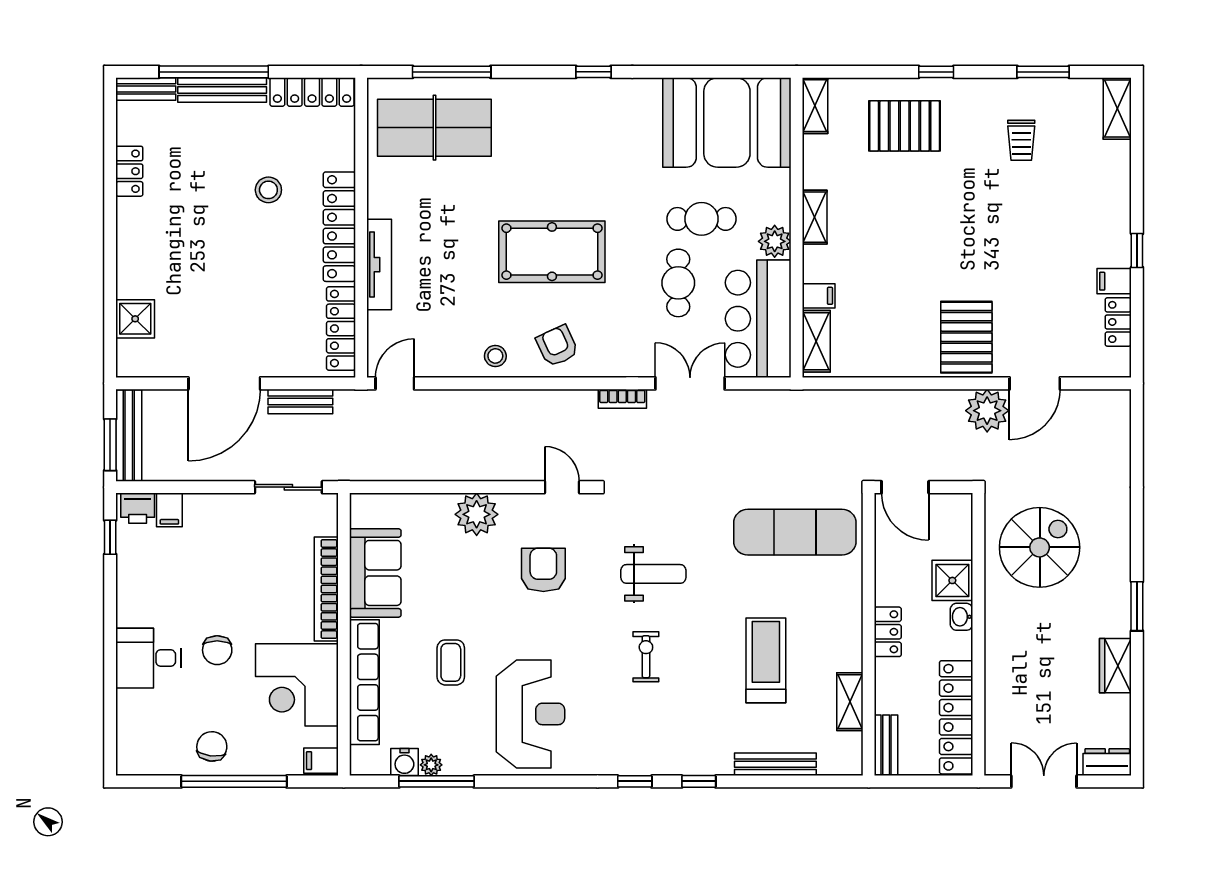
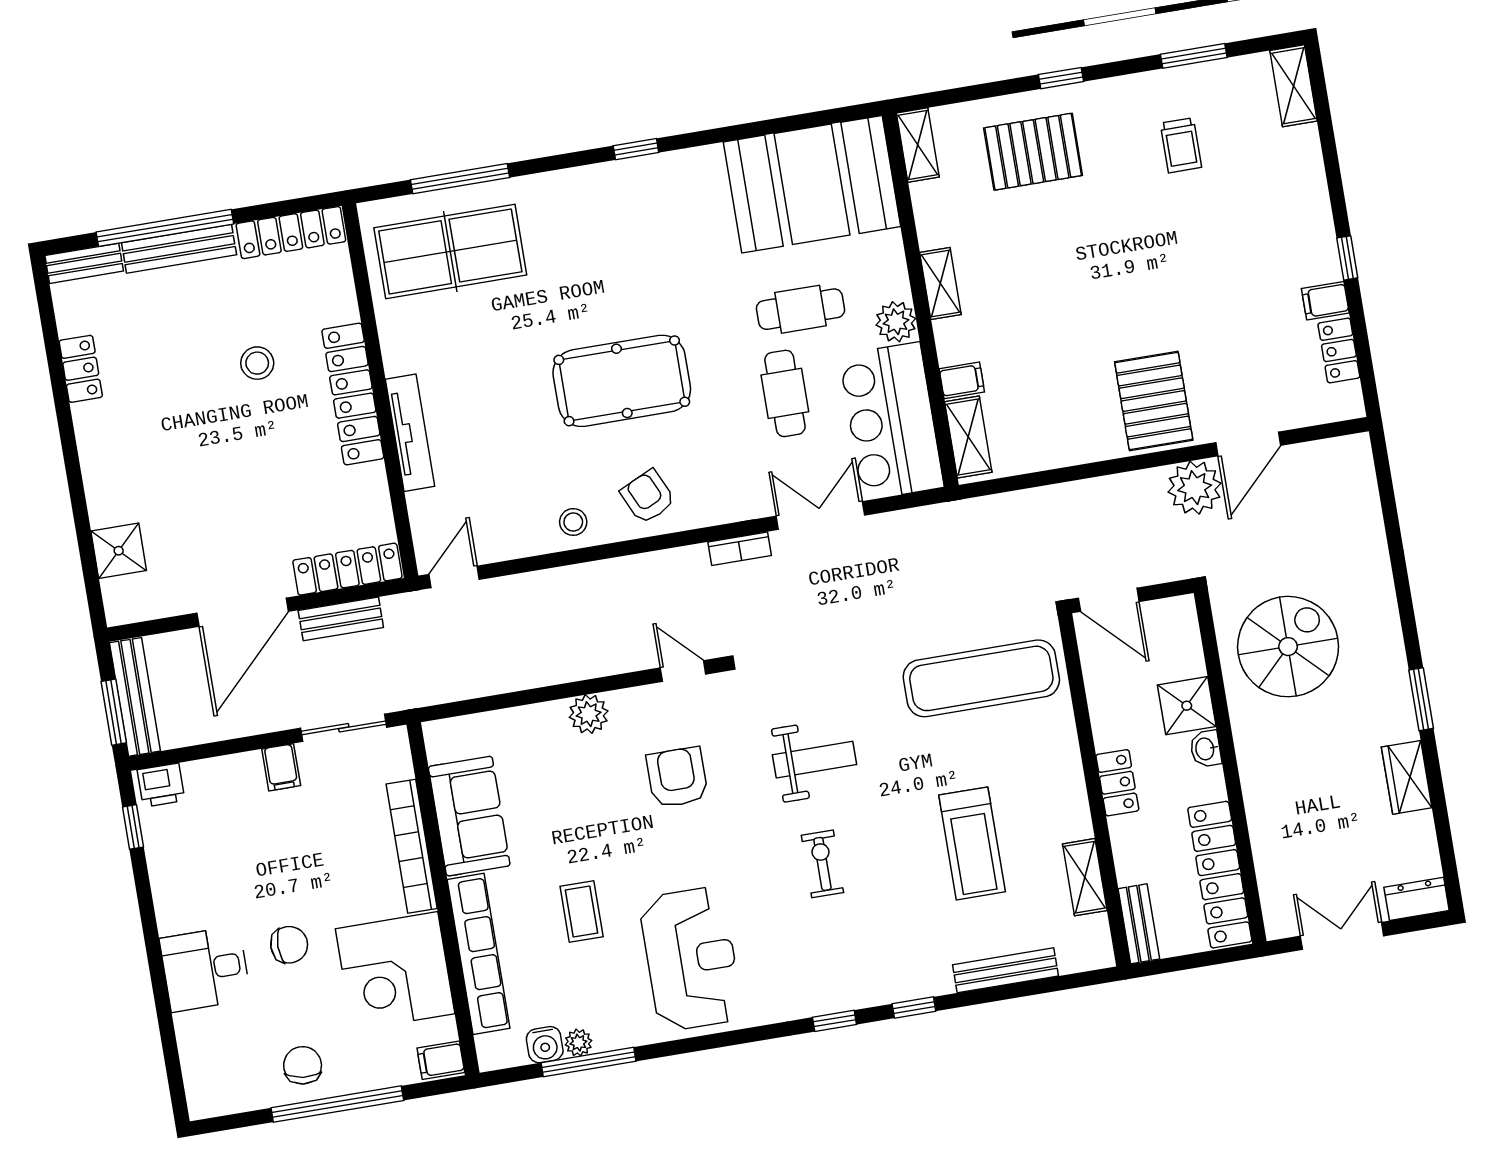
locker: (341, 329) -> (347, 569), moved, turned 90
filing cabinet: (169, 510) -> (281, 767), moved
plant: (477, 514) -> (589, 714), width x0.73, depth x0.73
chair: (217, 650) -> (289, 945), turned -90
treadmill: (766, 660) -> (972, 843), turned 180

